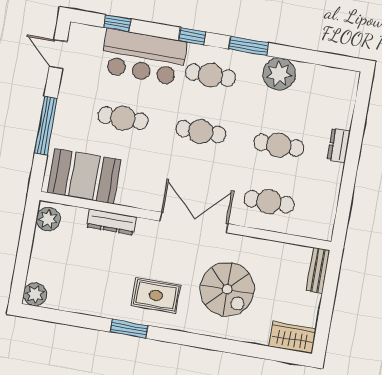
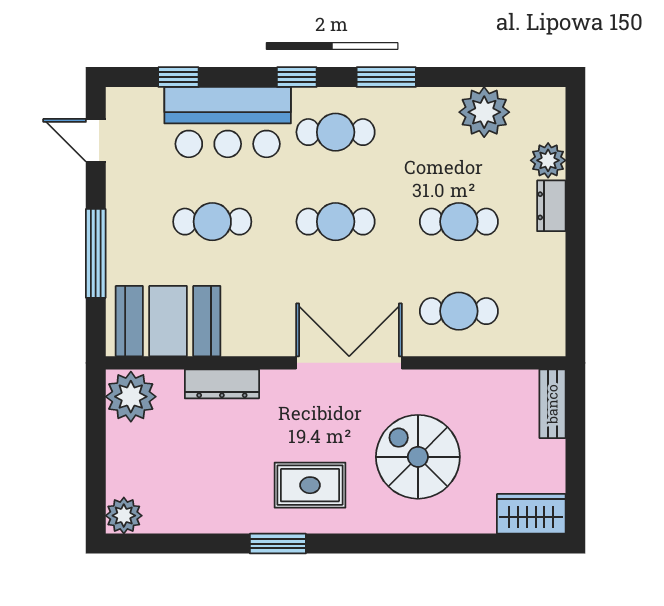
plant: (279, 74) -> (484, 112), moved
plant: (342, 116) -> (548, 160), added
plant: (48, 219) -> (131, 397), width x1.36, depth x1.36
spiral stairs: (227, 289) -> (418, 457), turned 180

